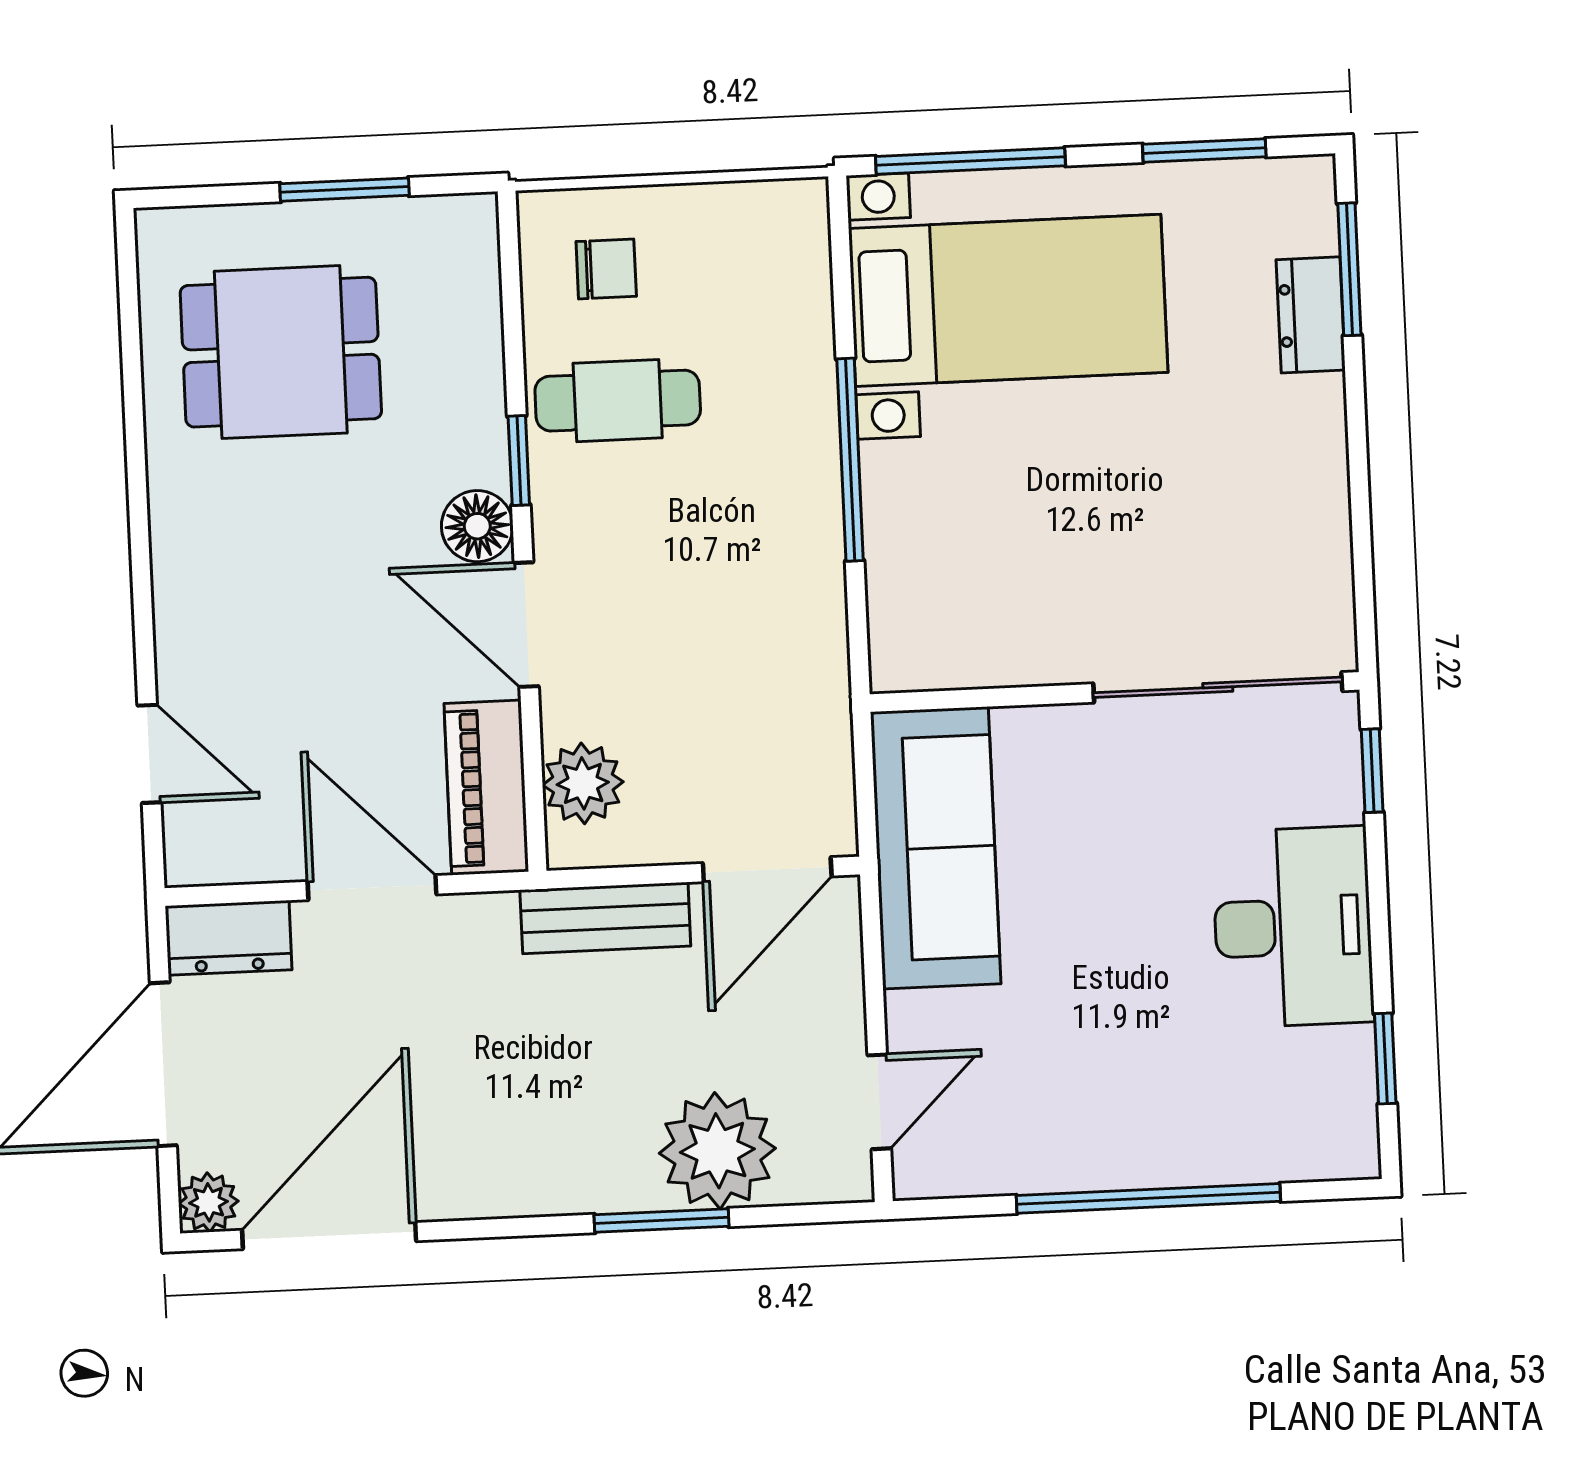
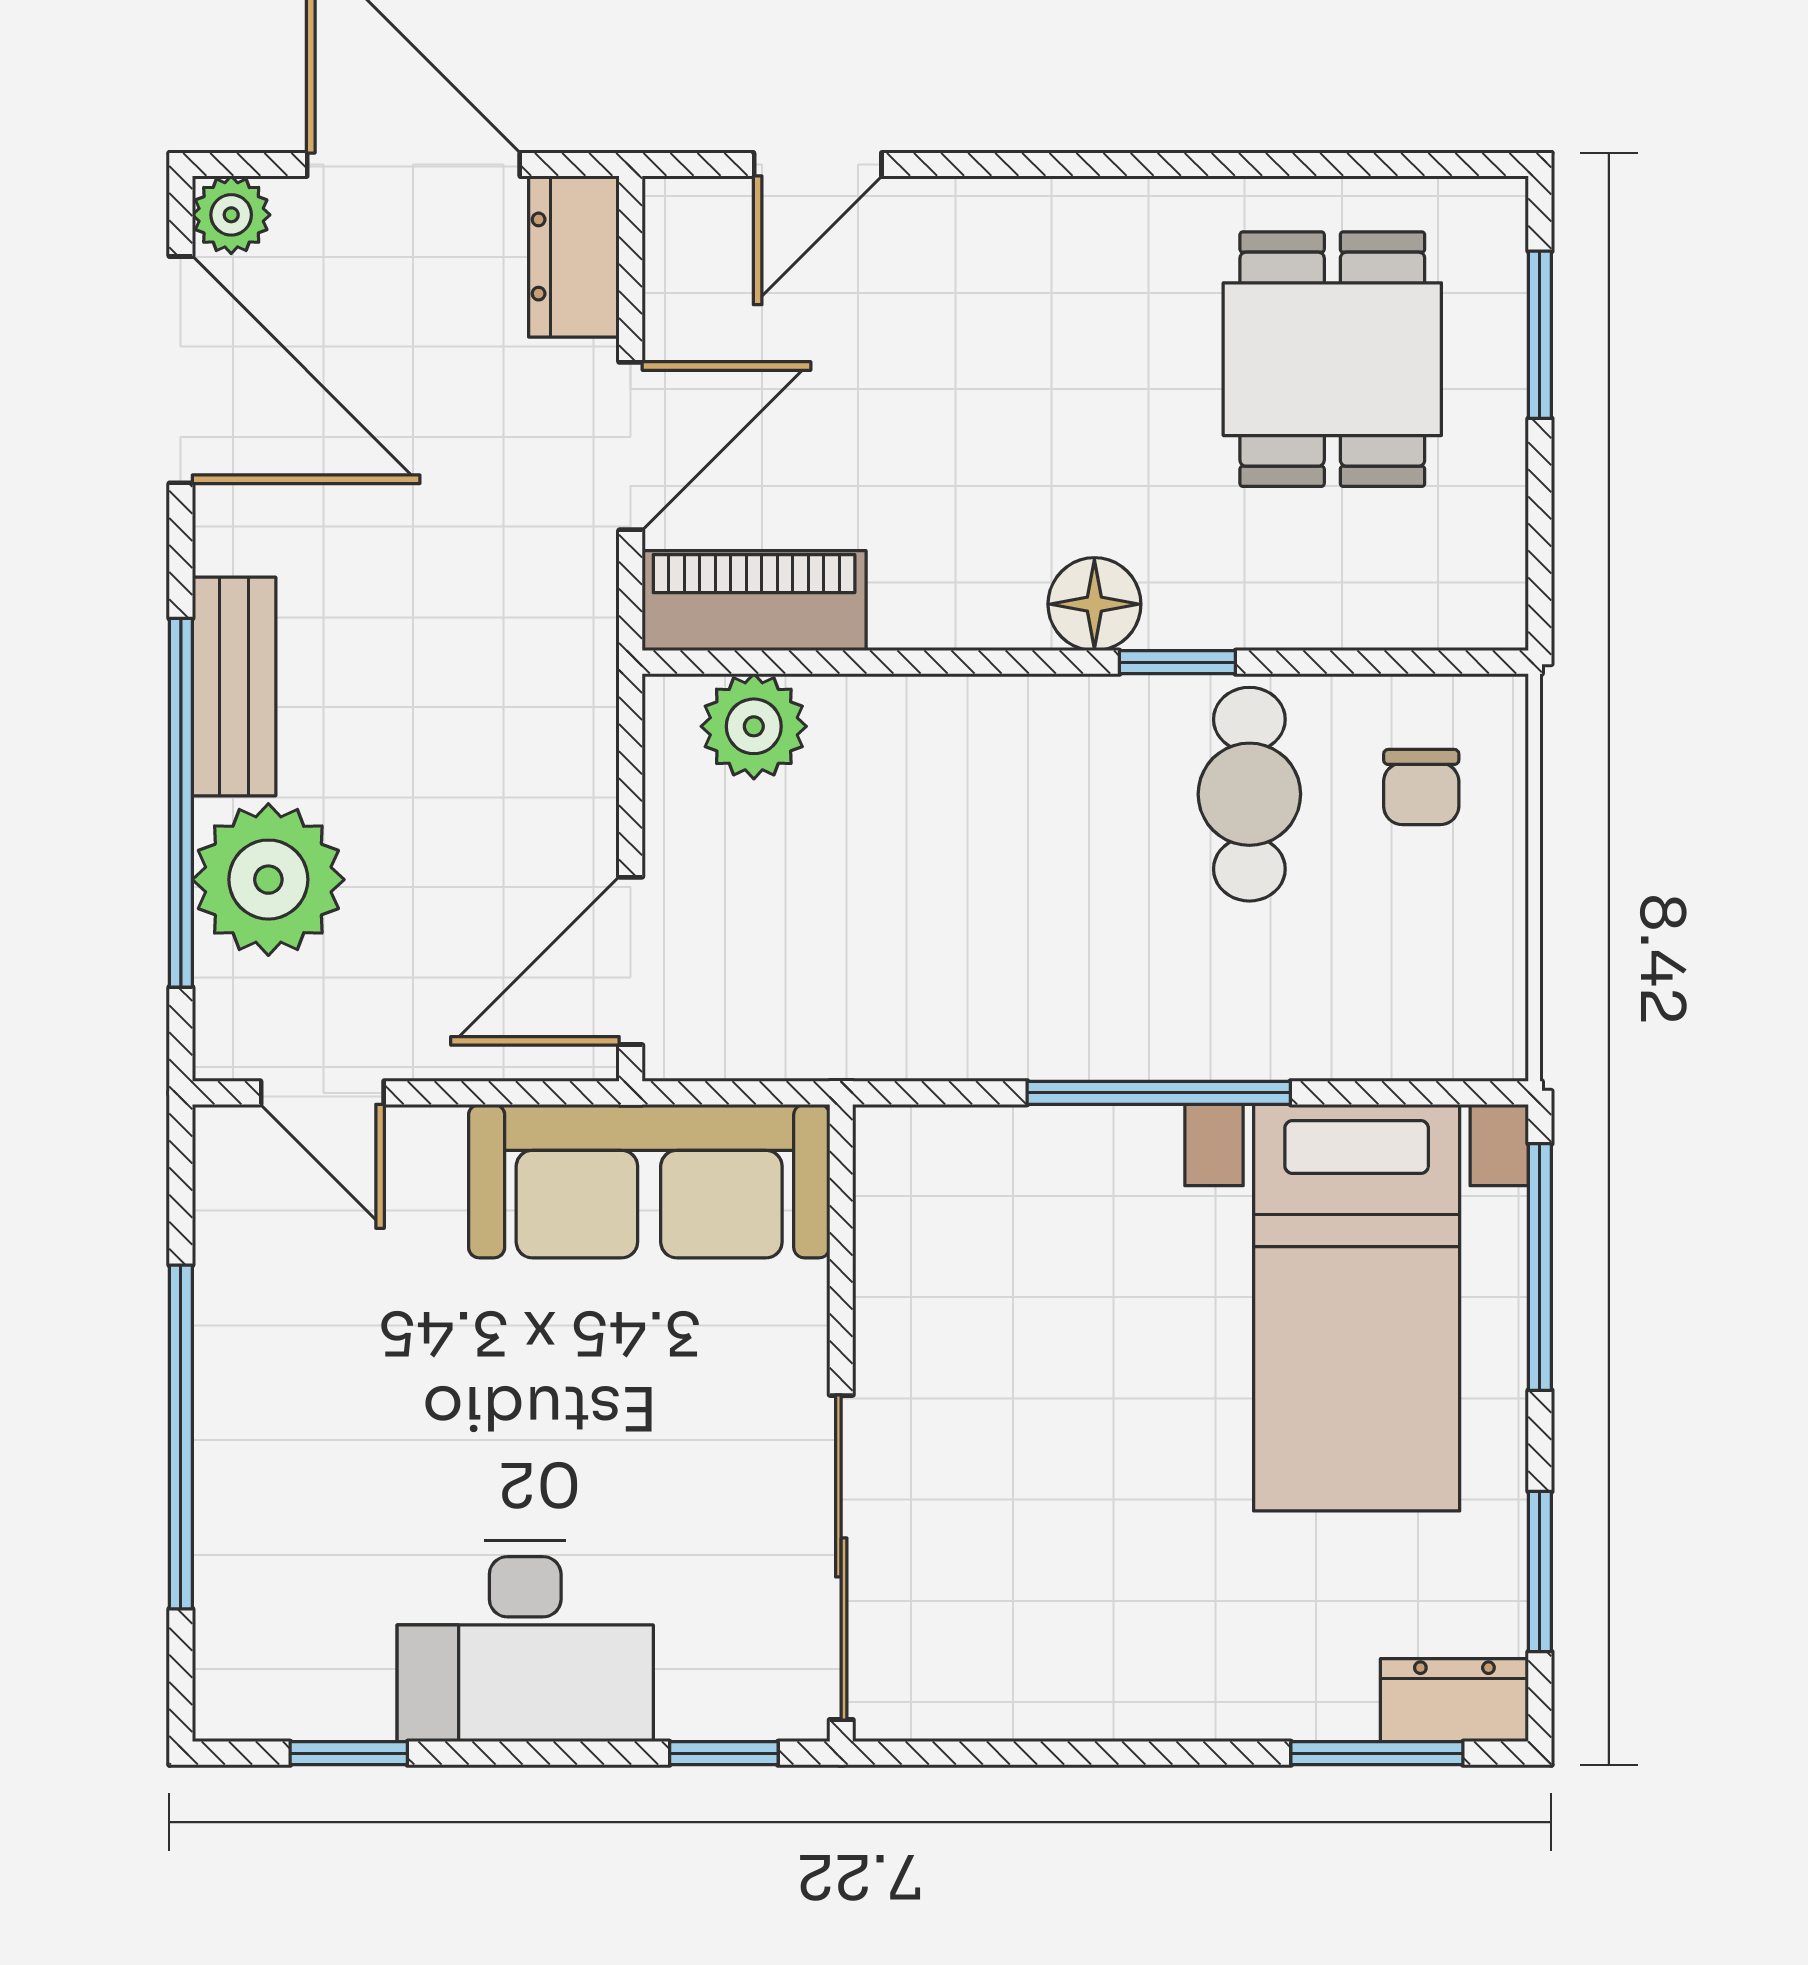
window: (344, 190) -> (1540, 335), moved
dresser: (1311, 315) -> (1454, 1700), moved
door: (526, 625) -> (964, 662), removed
door: (767, 870) -> (631, 961), hinge flipped
bench: (605, 918) -> (234, 687), moved
window: (662, 1220) -> (181, 803), width x2.11

